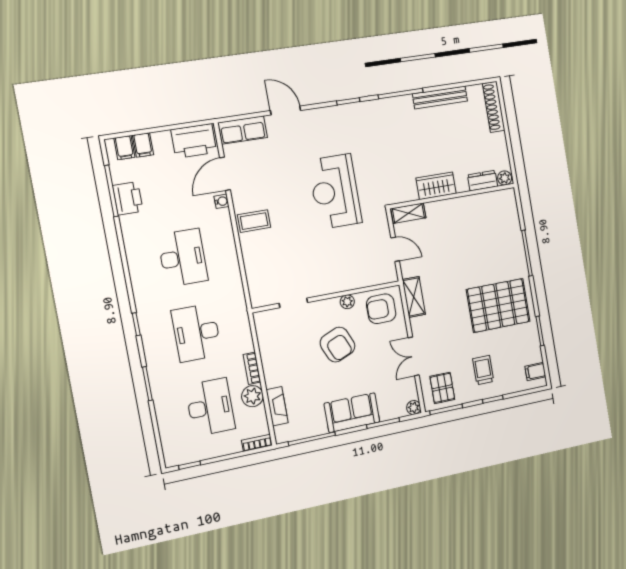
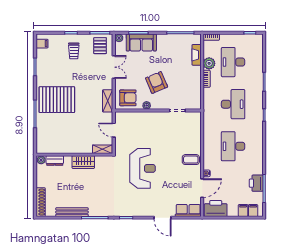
pallet: (498, 305) -> (57, 100), moved
sofa: (352, 413) -> (141, 42), moved

